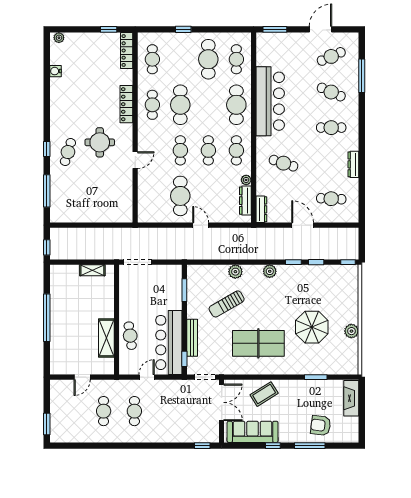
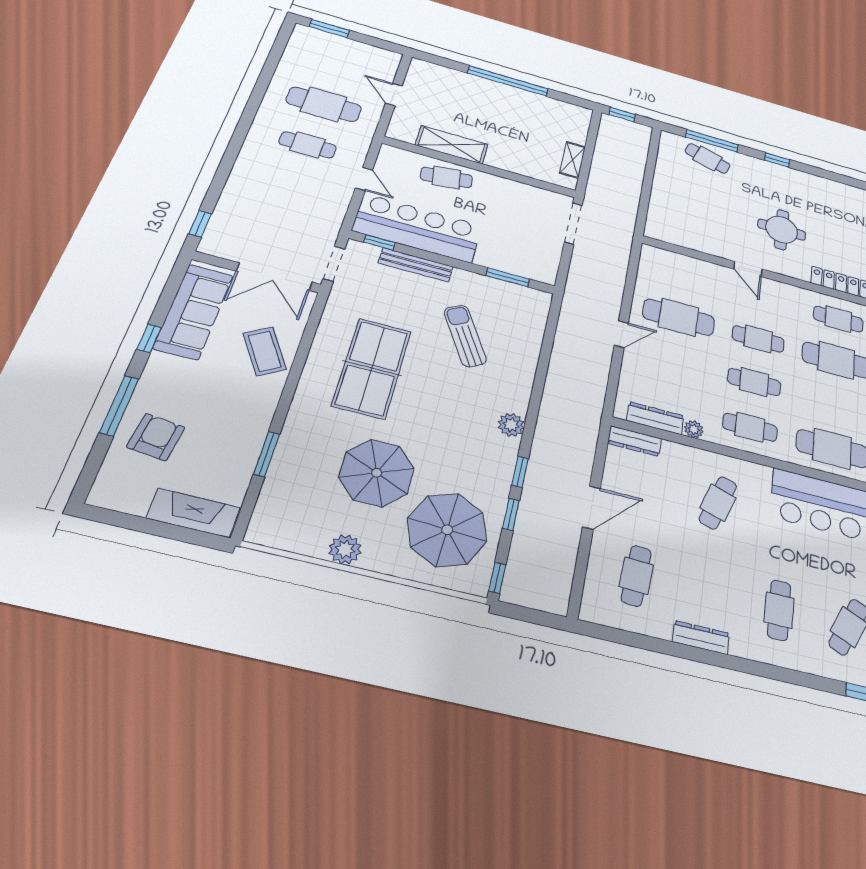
cafe table: (68, 152) -> (707, 158), moved
plant: (235, 272) -> (524, 366), removed
parasol: (331, 289) -> (447, 530), added
cafe table: (104, 411) -> (324, 104), width x1.37, depth x1.35

